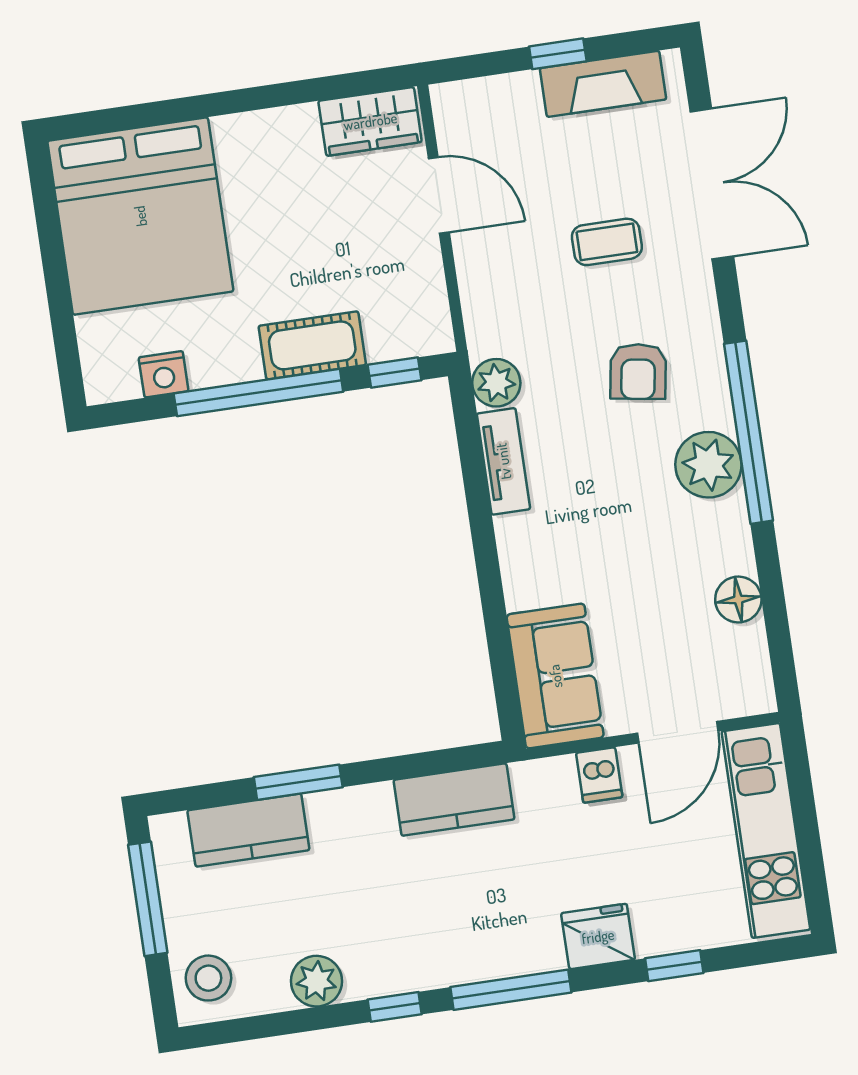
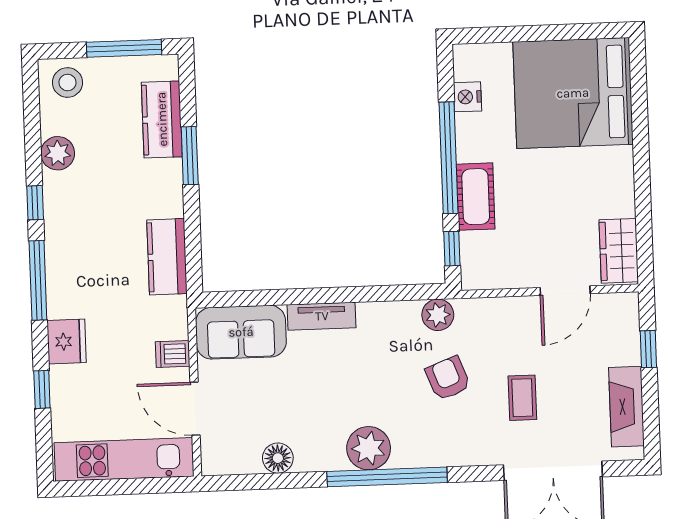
window: (558, 54) -> (648, 349), moved
armchair: (638, 372) -> (448, 378), moved, turned 60
tv unit: (503, 461) -> (322, 316), moved

